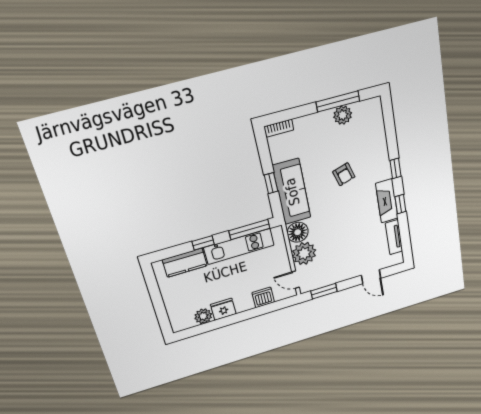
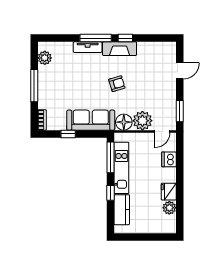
window: (338, 101) -> (34, 86), moved
plant: (343, 115) -> (45, 58), moved
window: (395, 168) -> (96, 38), width x2.17
armchair: (344, 174) -> (117, 84), moved
window: (271, 183) -> (68, 134), moved
tv unit: (394, 237) -> (88, 47), moved

